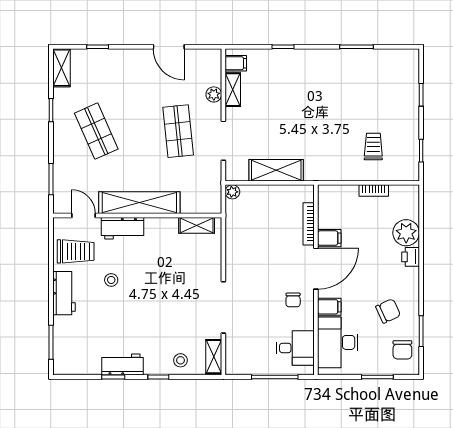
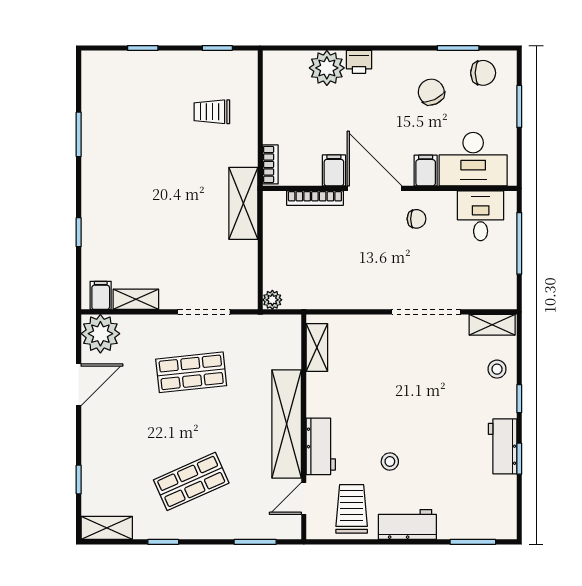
plant: (214, 94) -> (100, 334), moved, width x1.87, depth x1.87
shelving: (276, 170) -> (243, 203), moved
bookcase: (374, 190) -> (270, 164), moved

